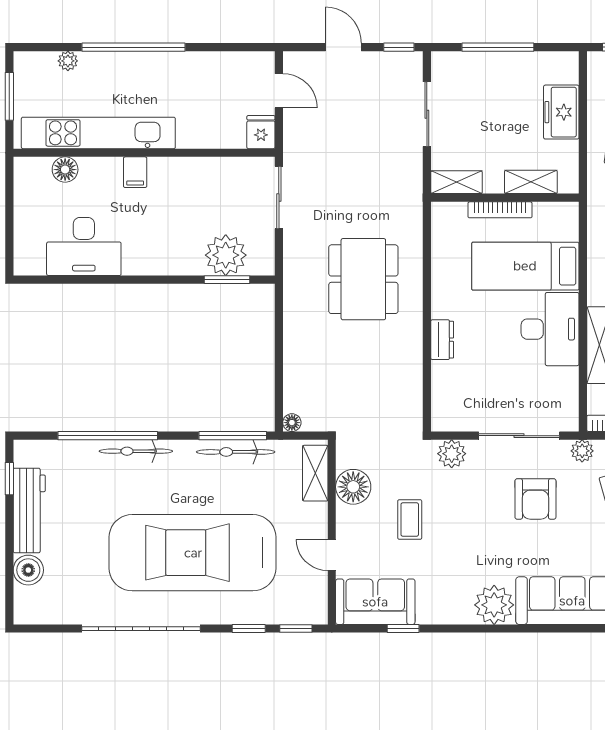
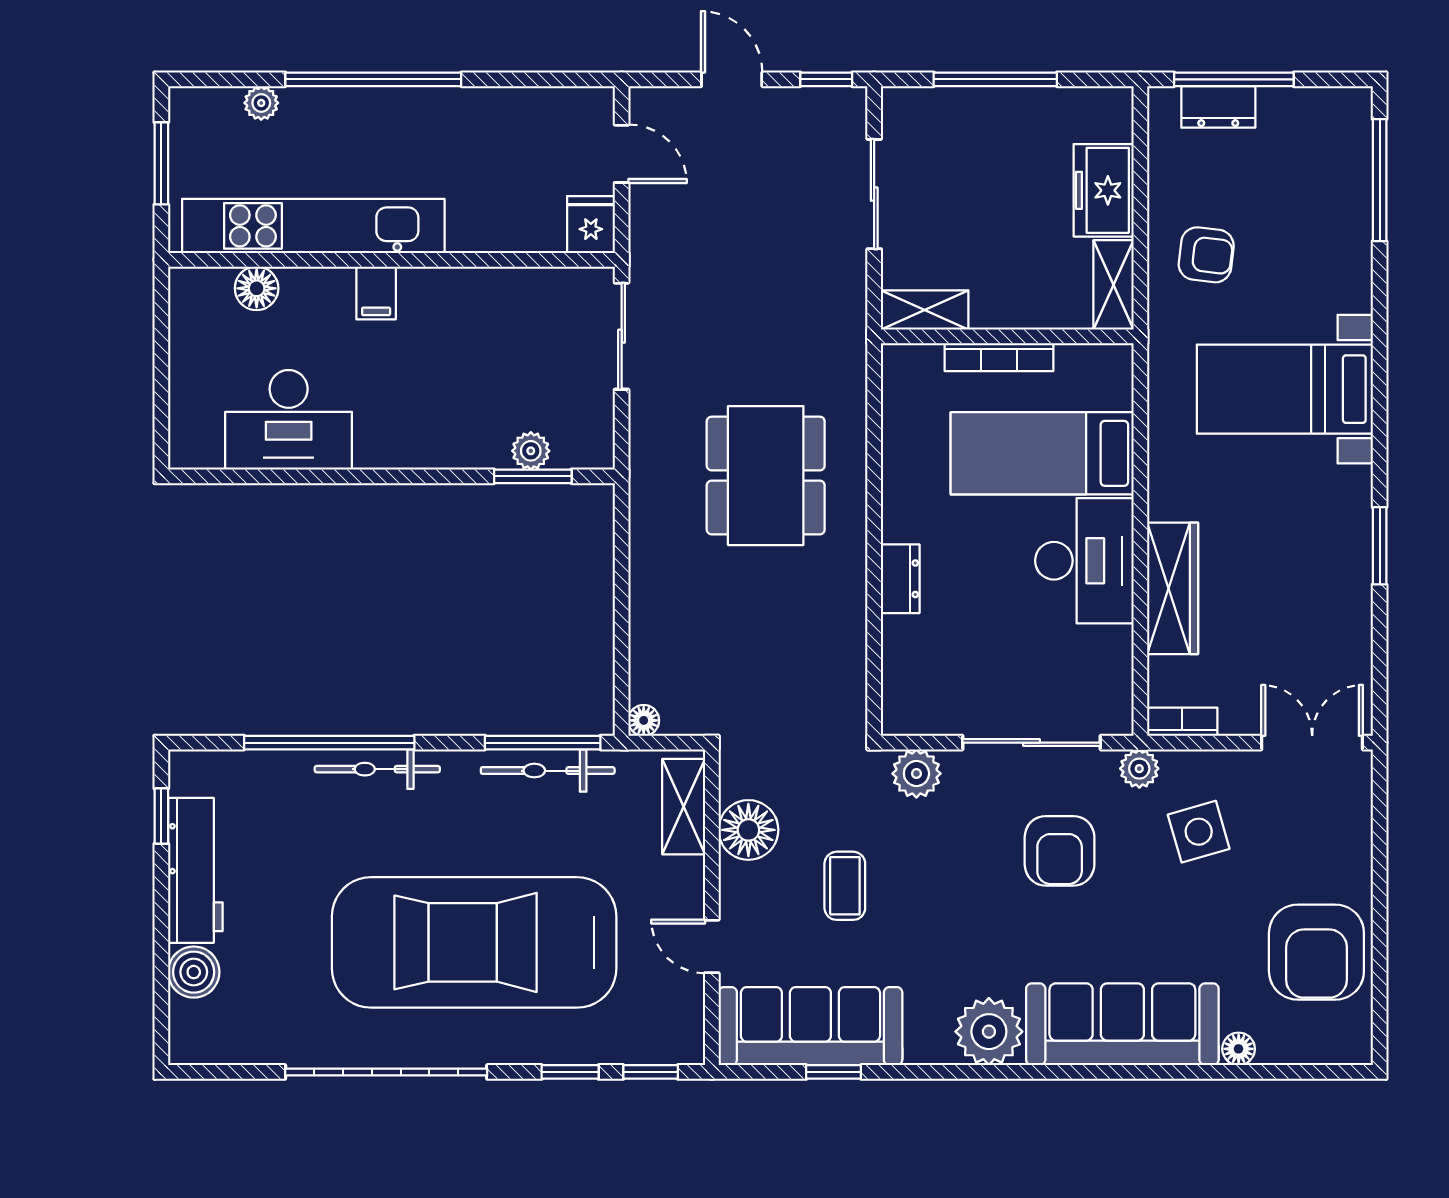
shelving: (531, 182) -> (1113, 285), moved, turned 90
plant: (226, 255) -> (531, 451), width x0.53, depth x0.53
sofa: (375, 602) -> (810, 1026), width x1.36

